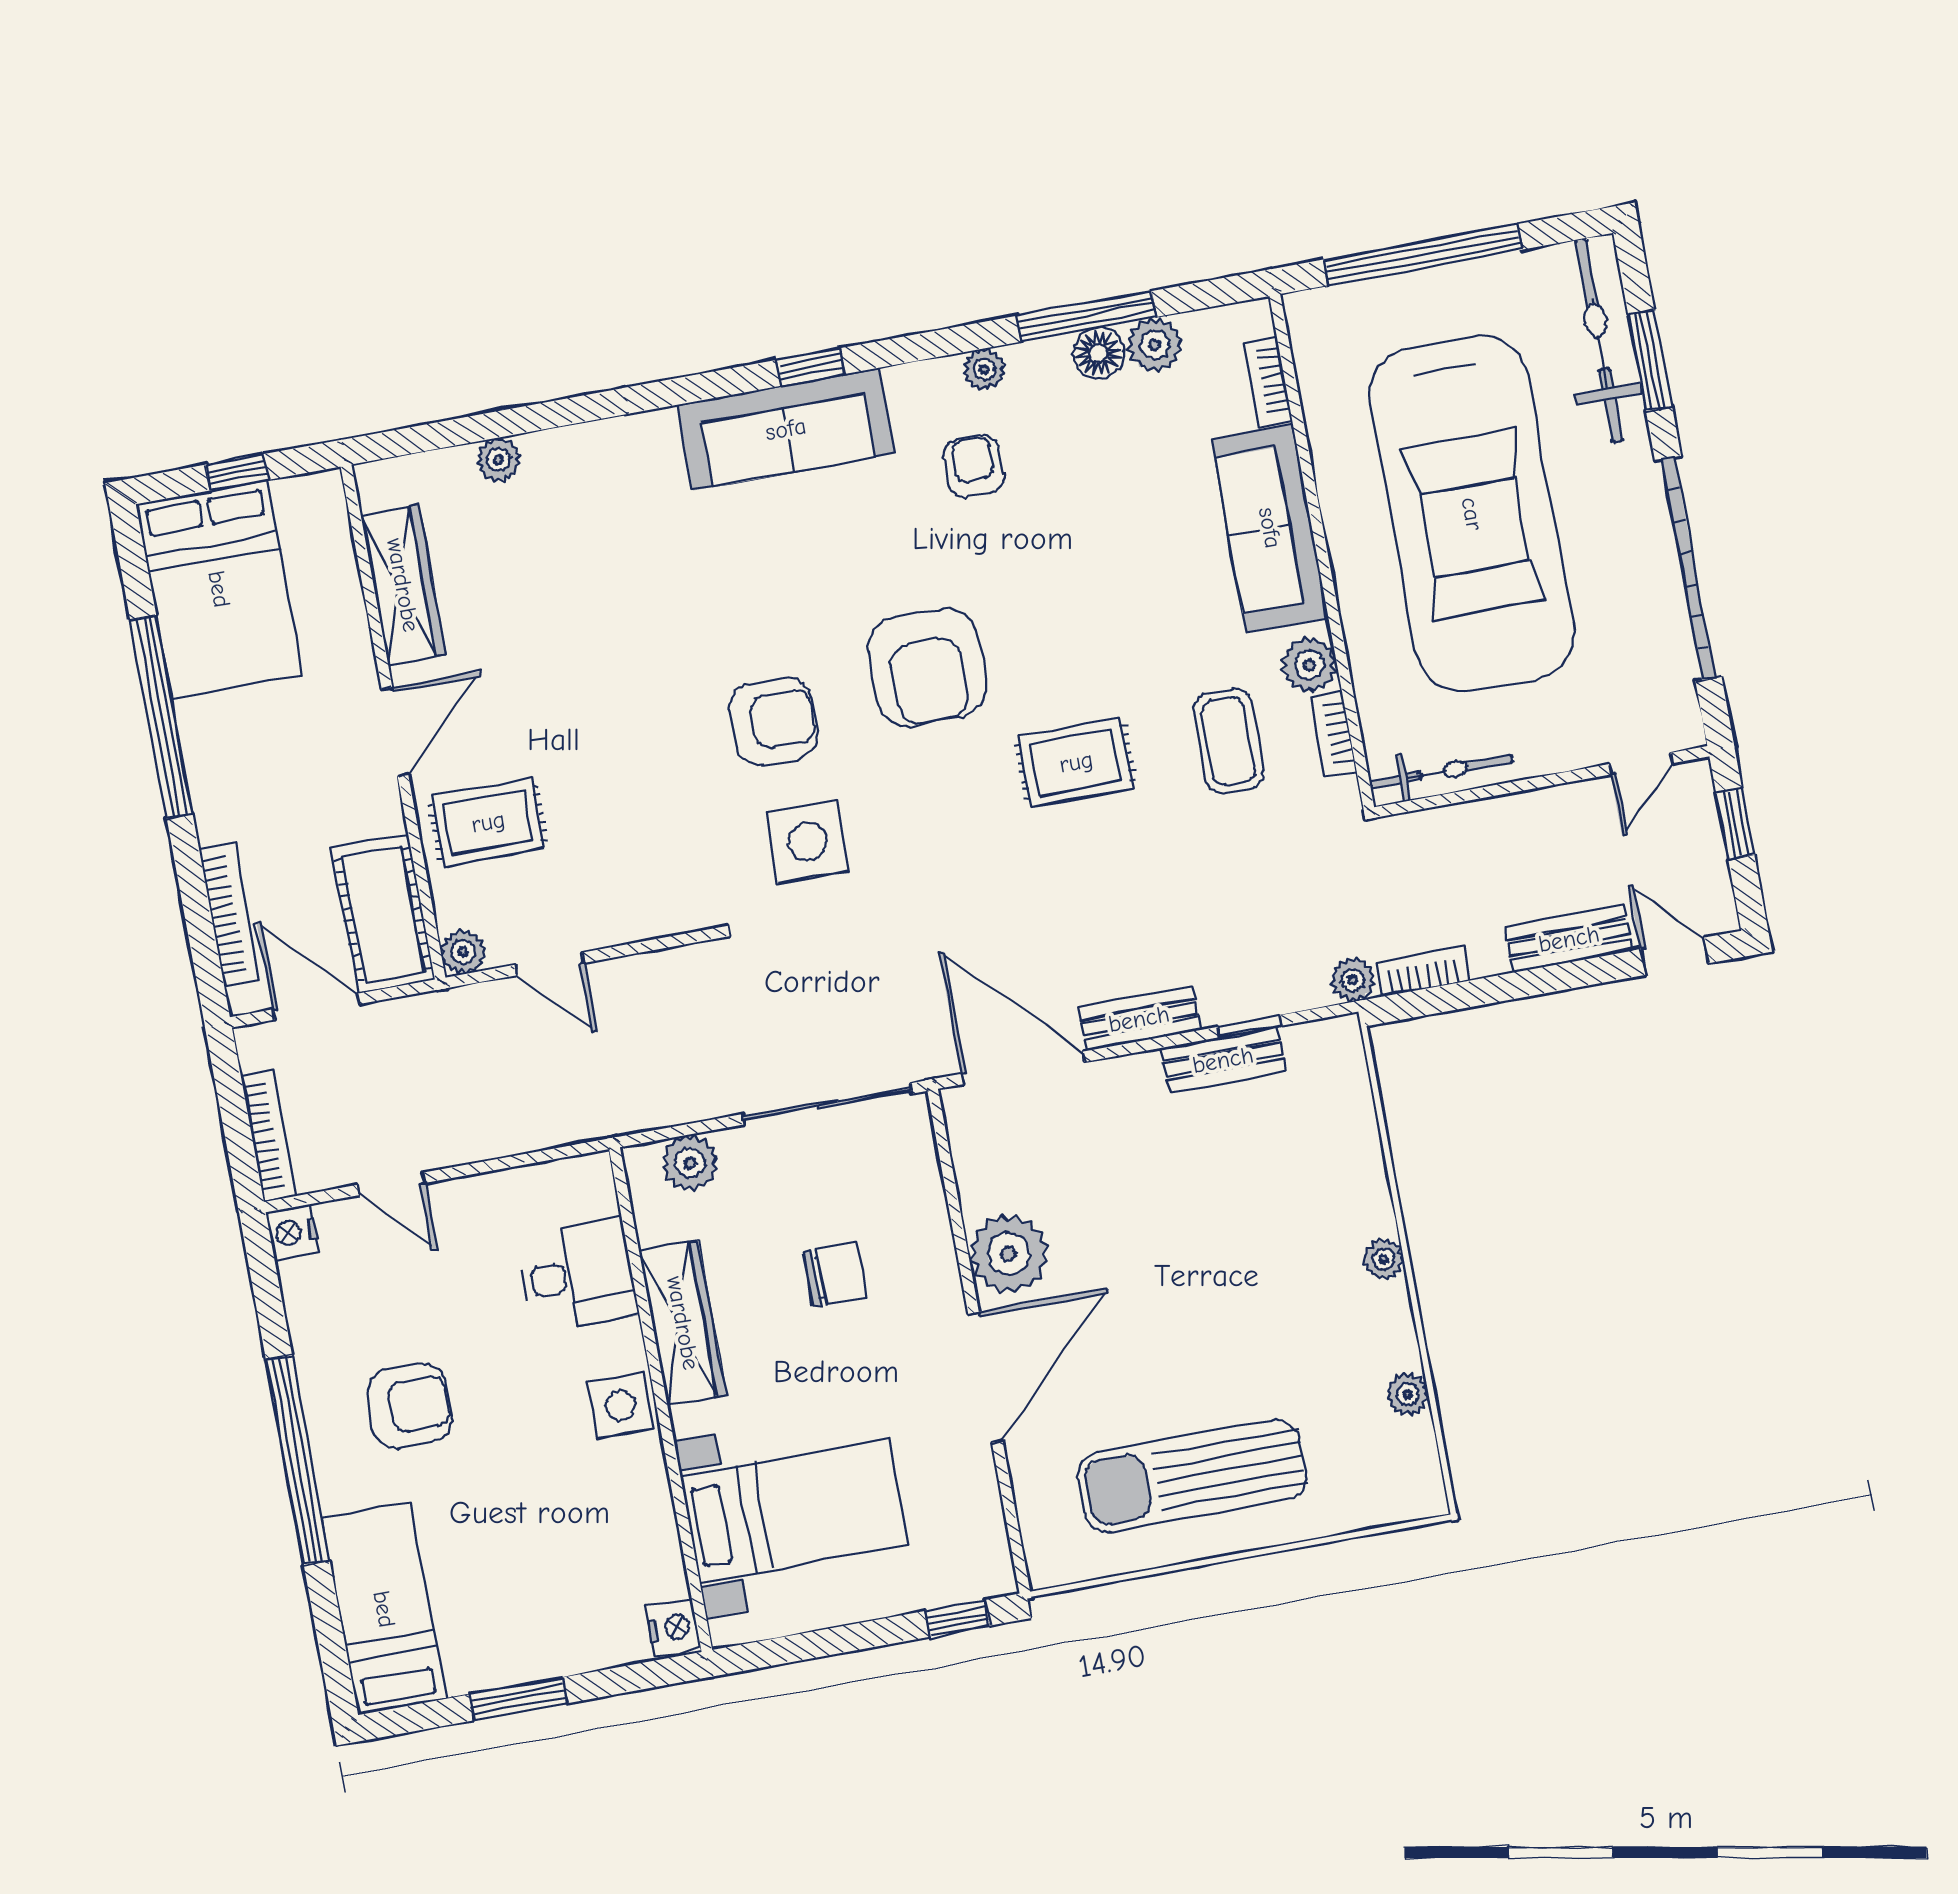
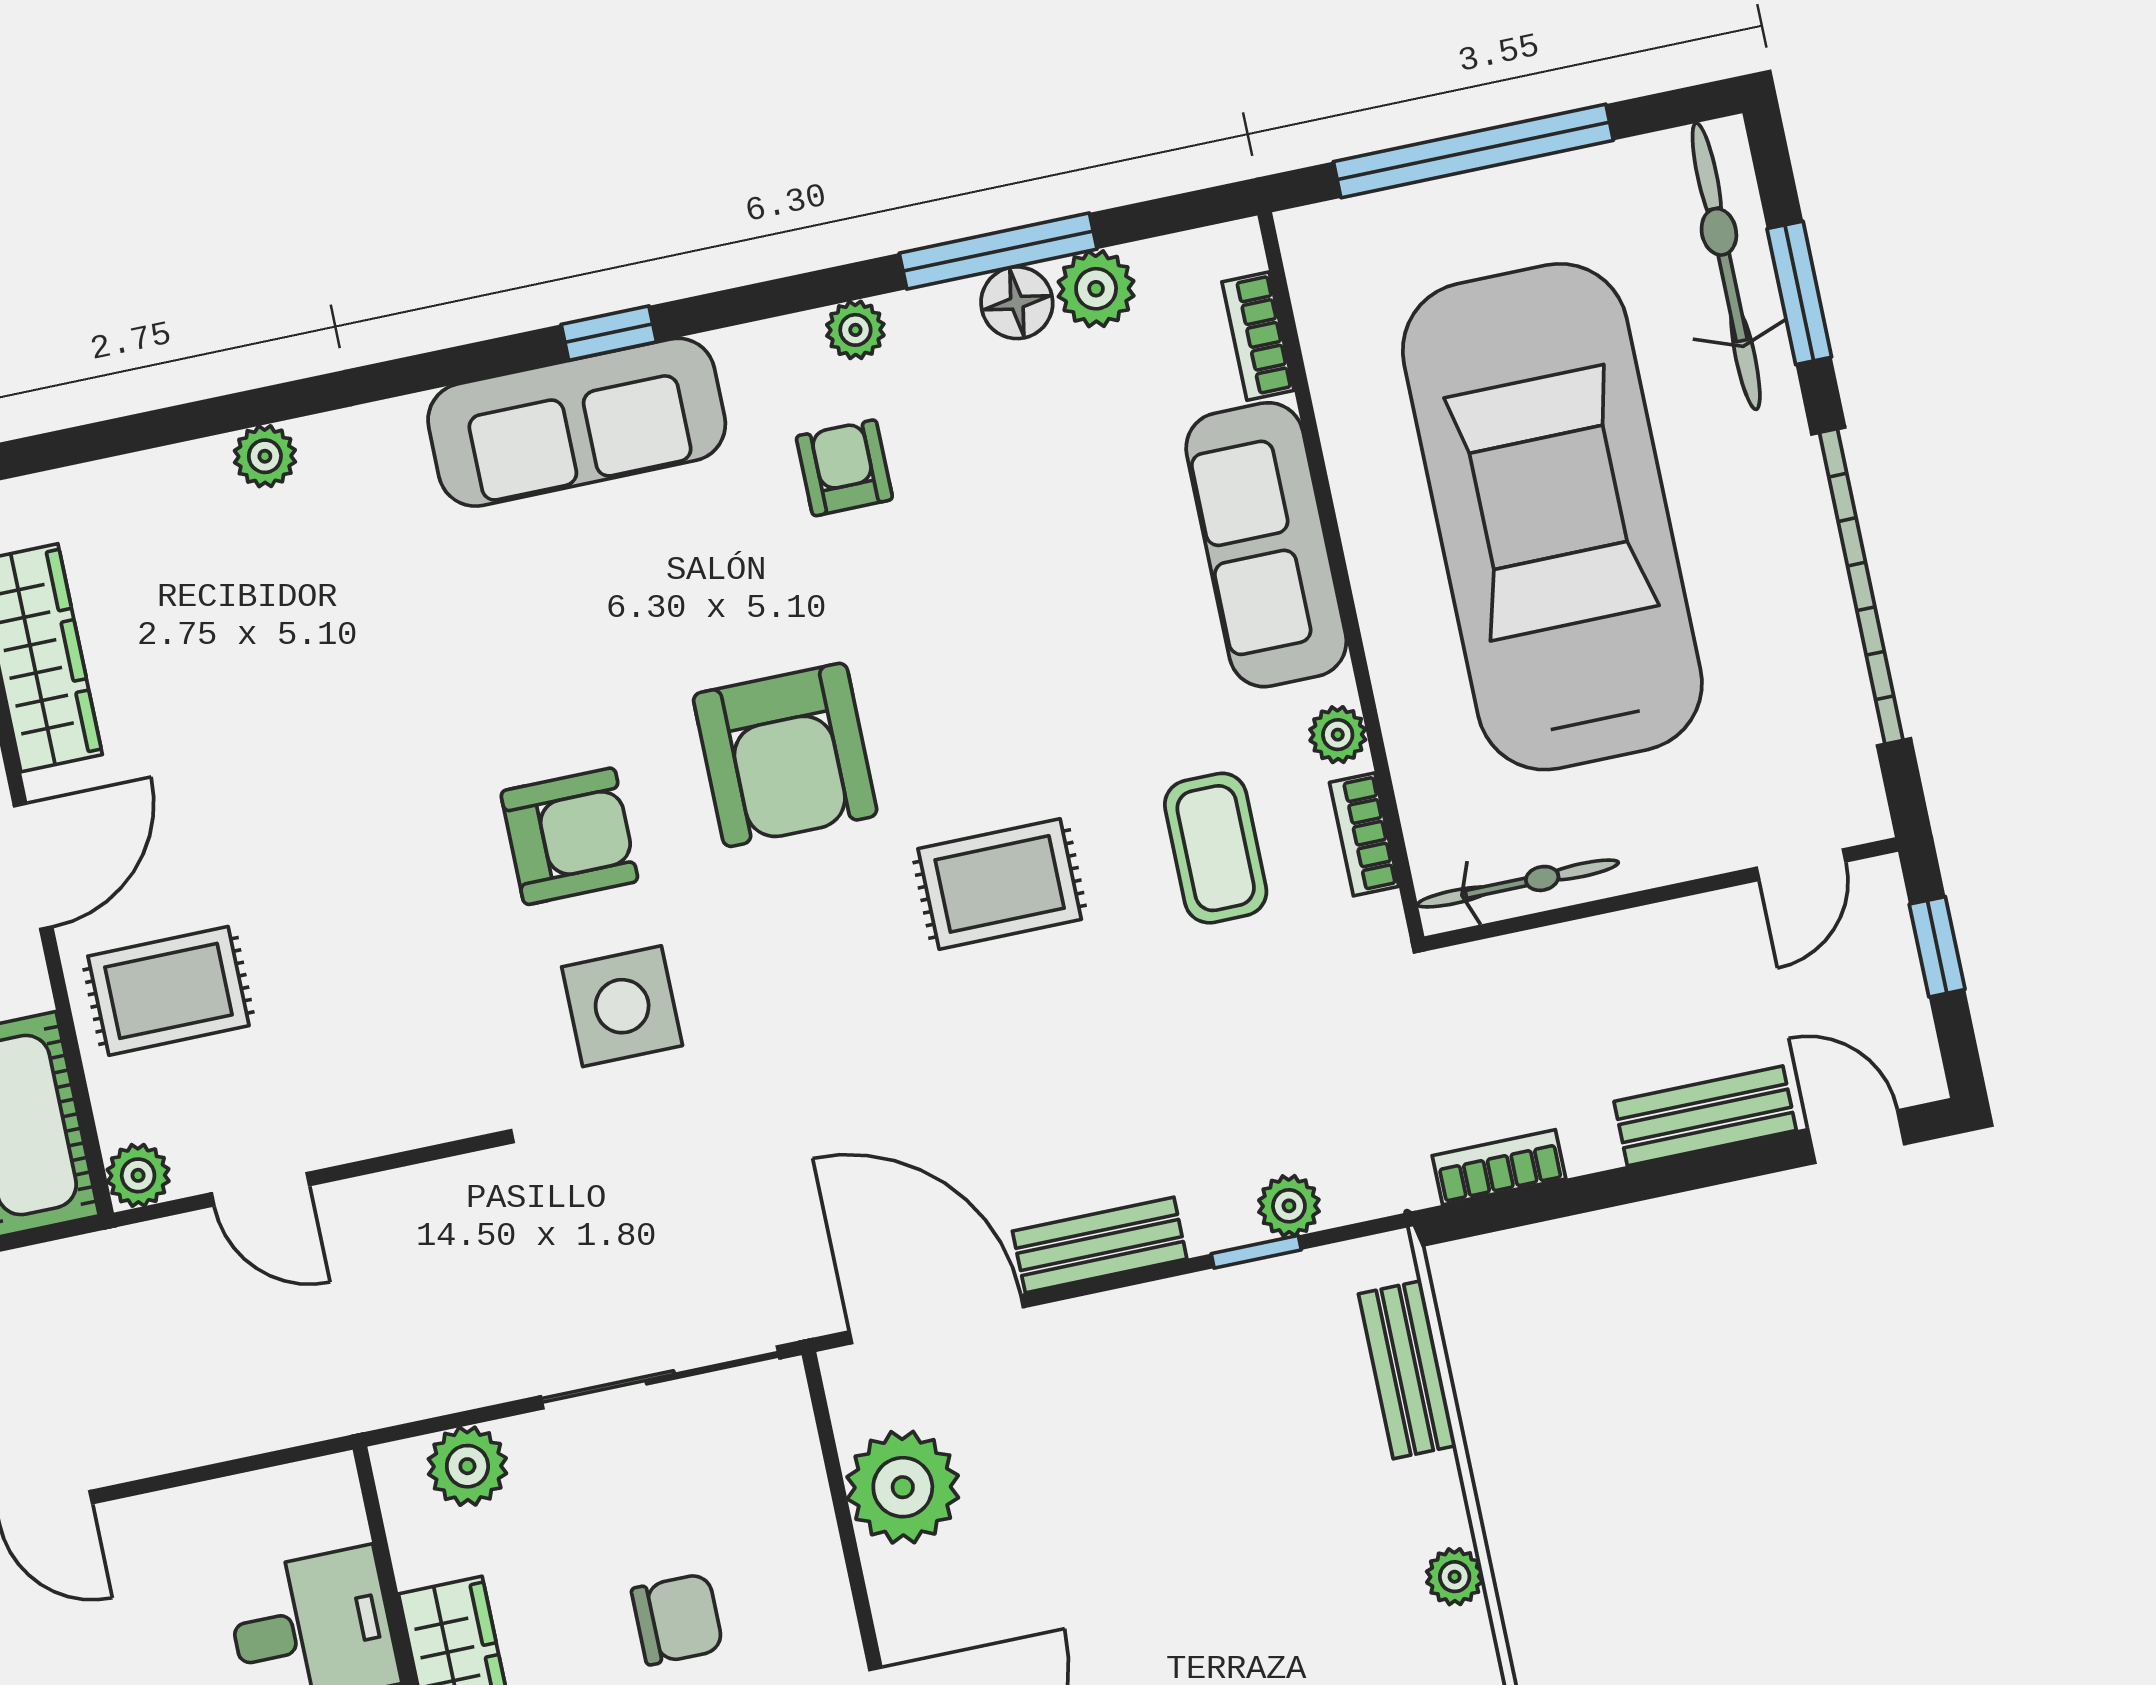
plant: (498, 460) -> (265, 456), moved
car: (1472, 514) -> (1552, 517), turned 180
plant: (1309, 665) -> (1338, 735), width x0.73, depth x0.73
plant: (1353, 980) -> (1289, 1206), moved
bench: (1223, 1060) -> (1407, 1370), moved, turned 90
plant: (1009, 1254) -> (903, 1487), moved

